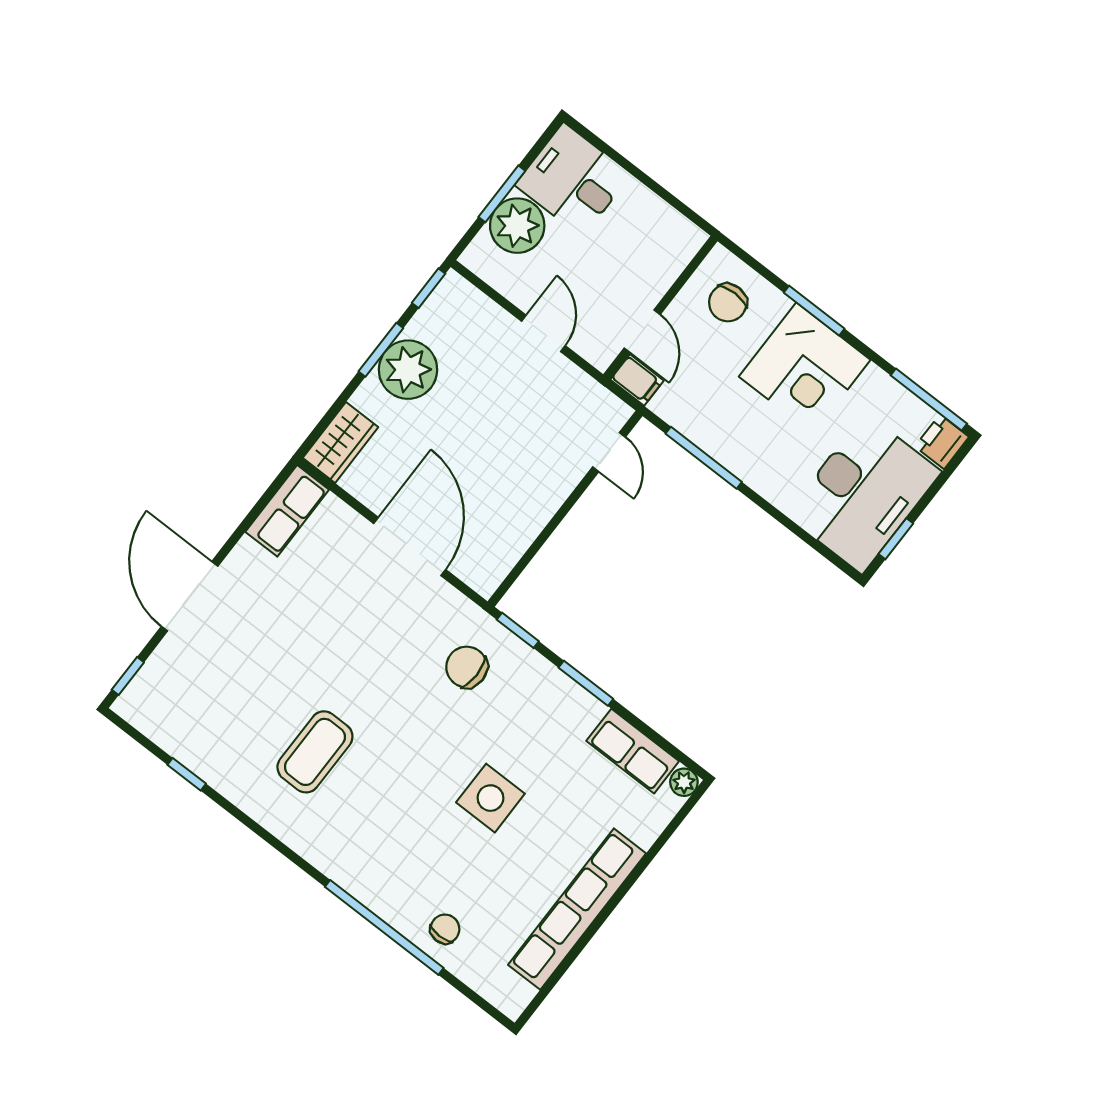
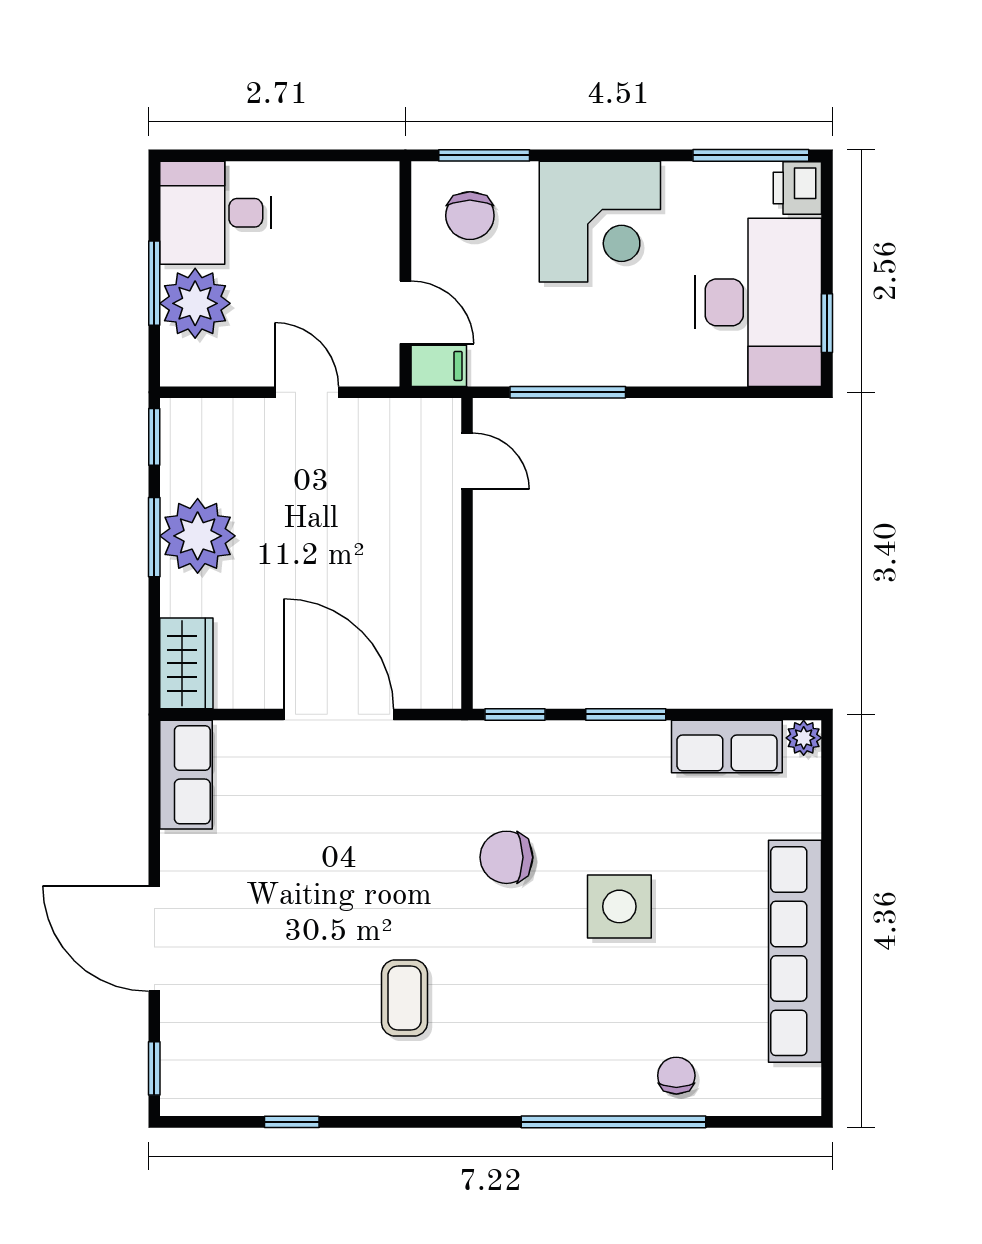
window: (814, 311) -> (484, 155), moved
chair: (467, 667) -> (506, 857), moved
coffee table: (315, 752) -> (405, 998), width x0.73, depth x0.77

